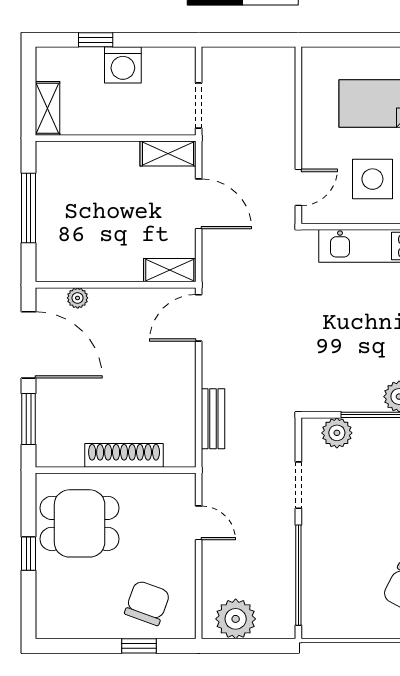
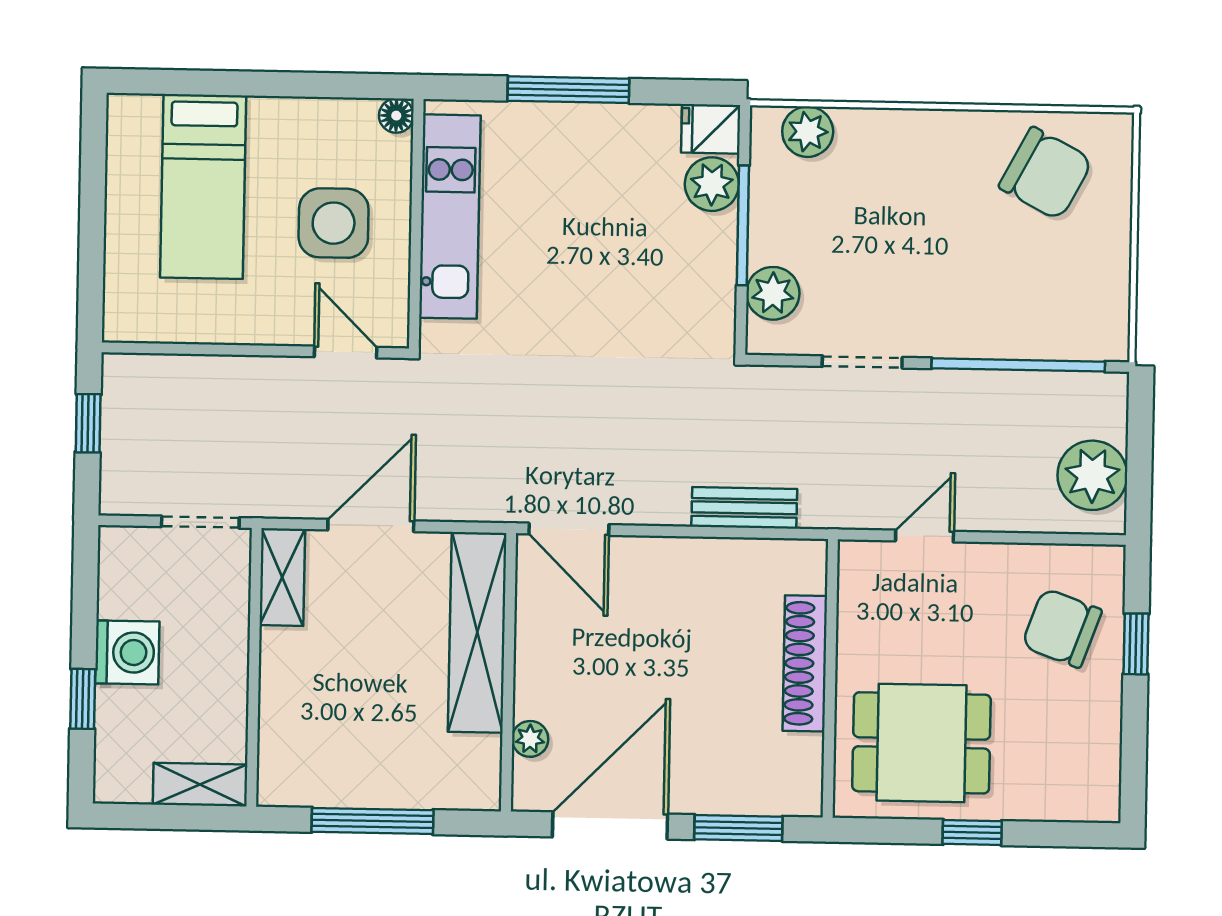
window: (254, 40) -> (88, 423), added
shelving: (170, 270) -> (477, 632), width x2.20, depth x1.33
dining table: (80, 523) -> (921, 743), turned 90

